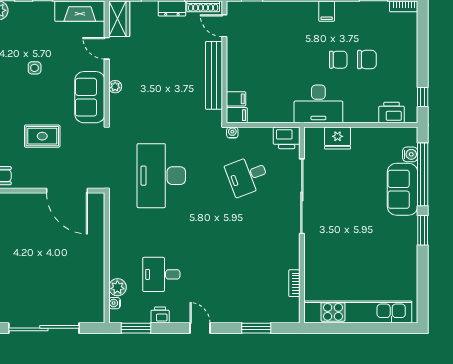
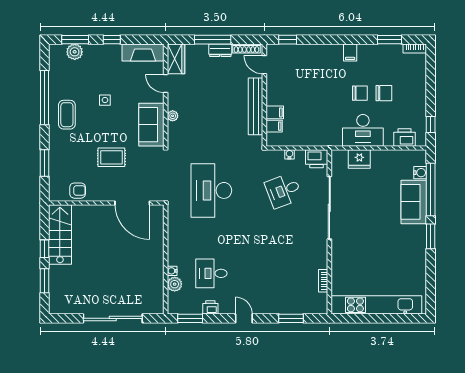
desk: (318, 104) -> (363, 130), moved
filing cabinet: (237, 115) -> (275, 112), moved
water cooler: (232, 133) -> (289, 154), moved
water cooler: (115, 303) -> (172, 271), moved

